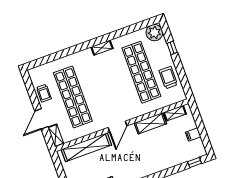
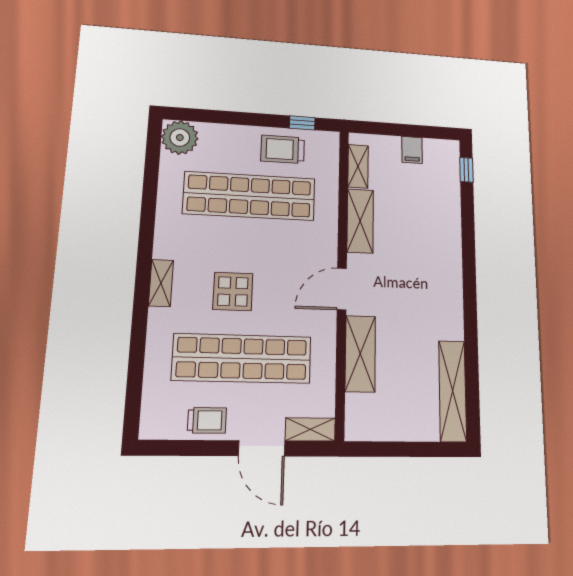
shelving: (102, 48) -> (161, 283), moved
window: (172, 48) -> (302, 123), moved
display table: (98, 82) -> (233, 291), added
door: (118, 127) -> (342, 289), swing flipped
shelving: (86, 147) -> (360, 354), width x0.68

